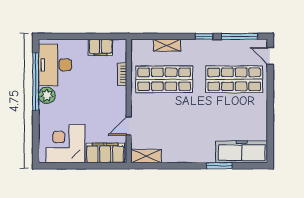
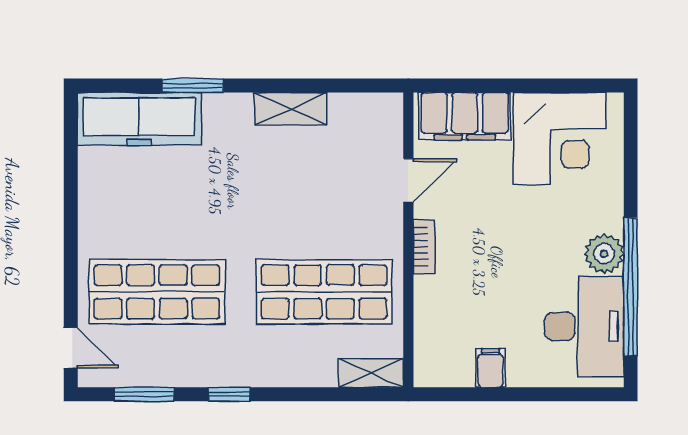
window: (240, 36) -> (144, 394), width x0.69
shelving: (167, 45) -> (371, 373), moved
filing cabinet: (100, 47) -> (491, 368), width x0.50
bookcase: (122, 74) -> (424, 247), moved
shelving: (146, 156) -> (291, 109), moved

